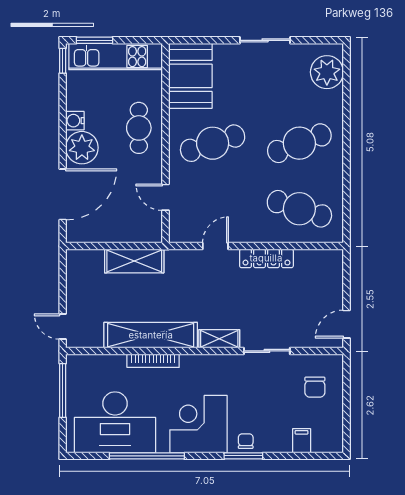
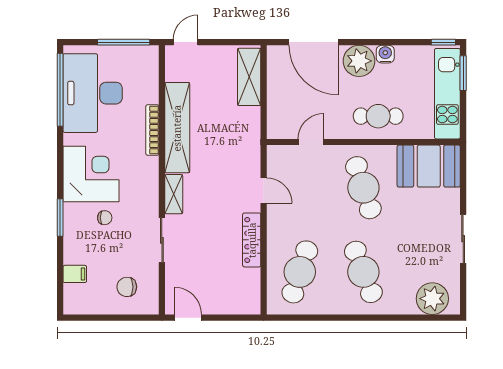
shelving: (134, 261) -> (249, 77), moved
chair: (246, 441) -> (105, 218), moved
window: (147, 456) -> (60, 90), moved

